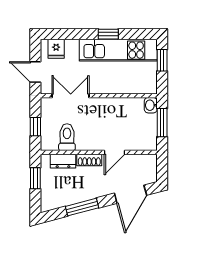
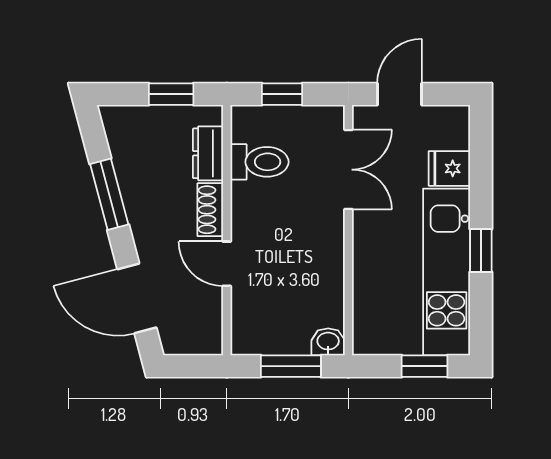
fridge: (56, 49) -> (449, 168), moved

